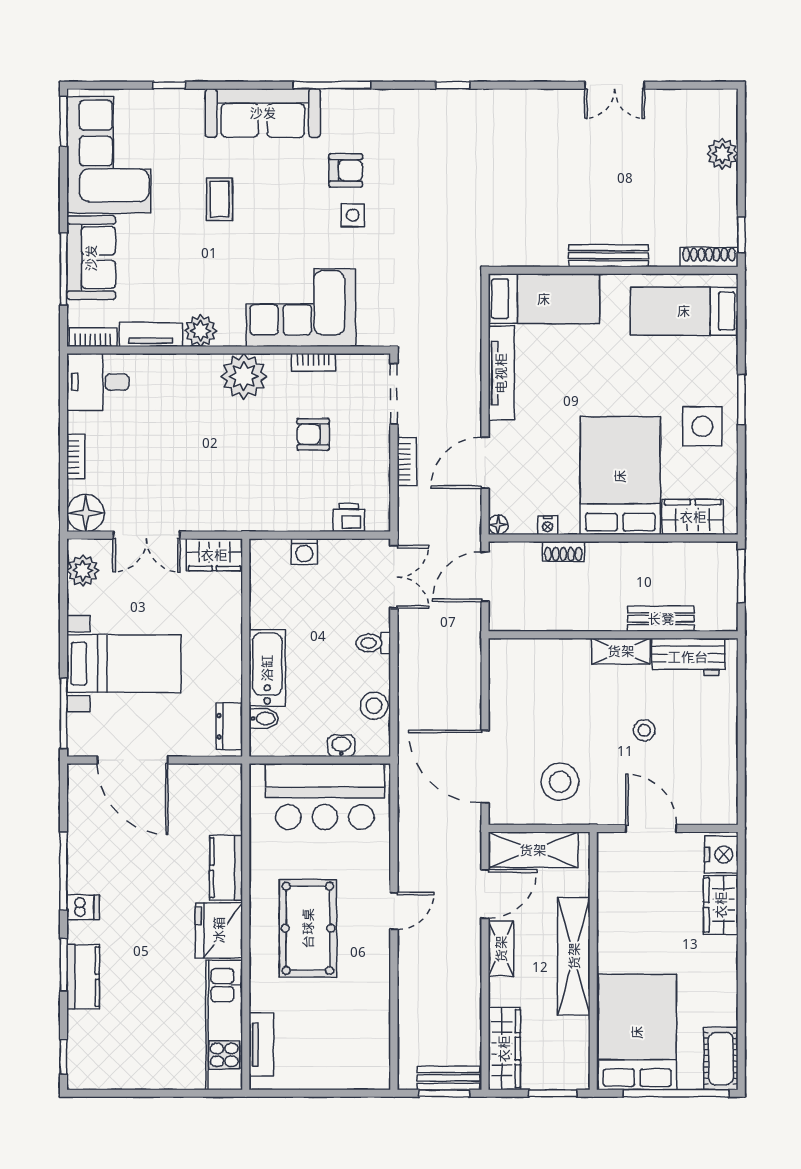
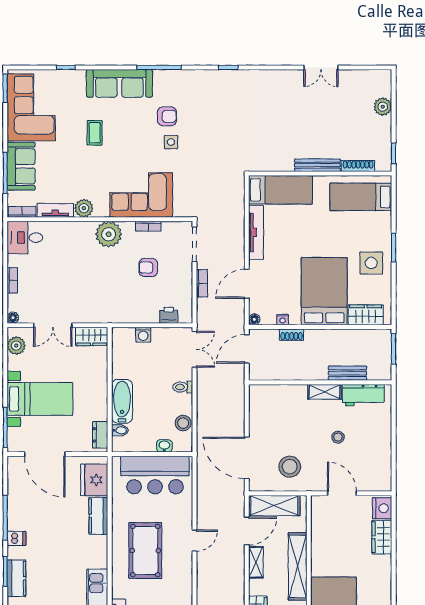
shoe rack: (709, 257) -> (358, 166), moved
floor lamp: (86, 513) -> (13, 318), width x0.53, depth x0.53
fridge: (219, 930) -> (94, 480), moved

